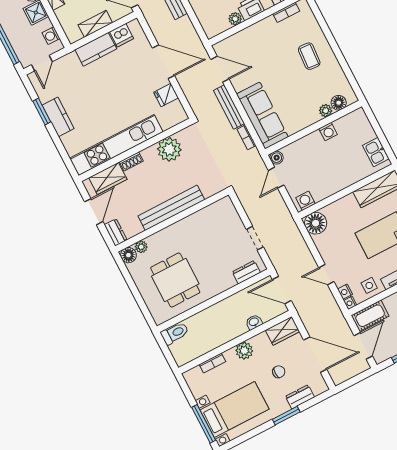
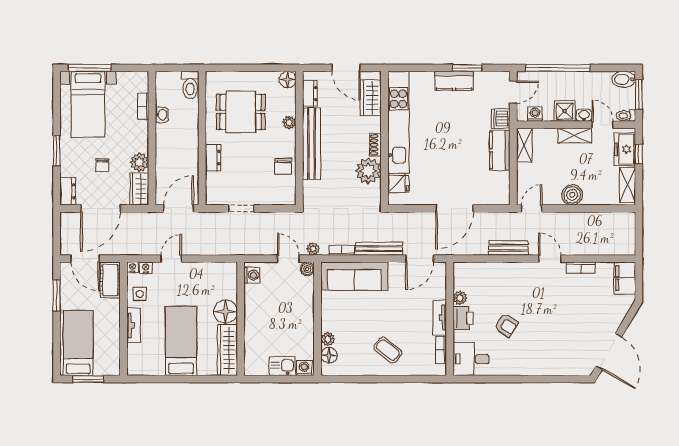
shelving: (95, 24) -> (524, 145), moved
tv unit: (260, 27) -> (440, 318), added
dishwasher: (122, 35) -> (501, 119), moved
coffee table: (309, 56) -> (388, 350), turned 34
door: (42, 63) -> (513, 92), swing flipped
fridge: (166, 95) -> (398, 184), moved, turned 90
washing machine: (328, 132) -> (304, 368), moved, turned 90
kitchen sink: (376, 152) -> (282, 366), moved
shoe rack: (131, 161) -> (376, 145), moved
plant: (258, 161) -> (313, 249), added
chair: (202, 221) -> (283, 167), added
floor lamp: (316, 223) -> (226, 312), moved
dresser: (116, 232) -> (310, 93), moved, turned -90
plant: (141, 247) -> (289, 123), moved
dresser: (246, 272) -> (213, 158), moved
washbasin: (254, 322) -> (162, 115), moved
plant: (244, 351) -> (139, 162), moved
dresser: (300, 397) -> (68, 191), moved

